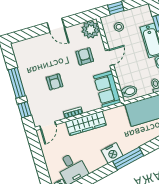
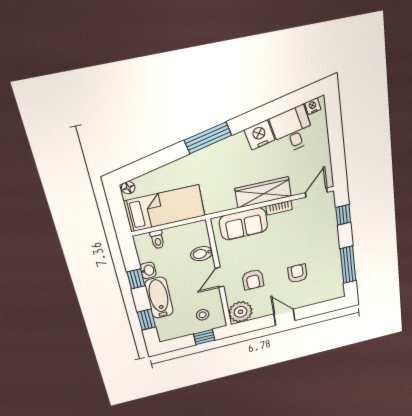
armchair: (55, 82) -> (297, 273), moved
window: (17, 83) -> (348, 265), moved
sofa: (107, 89) -> (244, 224), moved, turned 90
bidet: (129, 91) -> (201, 254), moved
nightstand: (112, 153) -> (259, 135), moved

